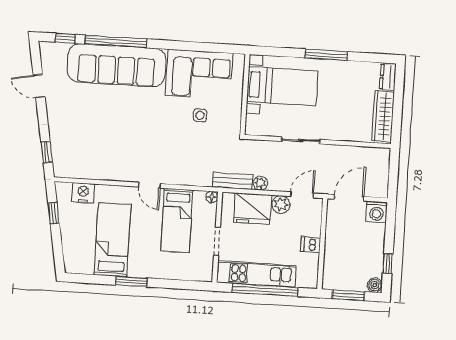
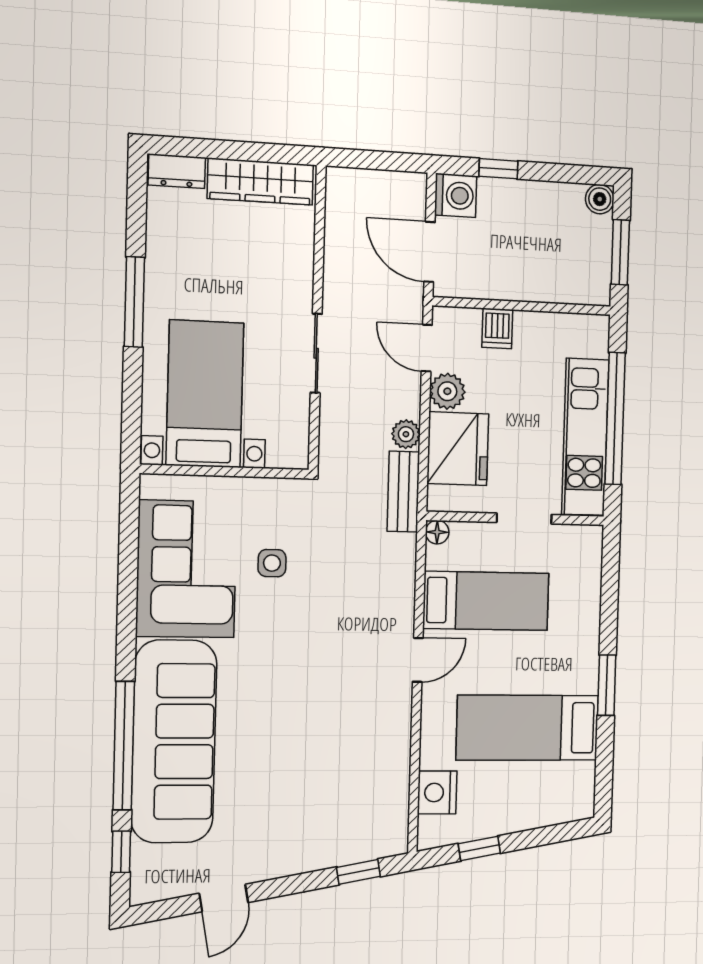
dishwasher: (310, 245) -> (497, 328), moved
window: (388, 264) -> (498, 169), moved

